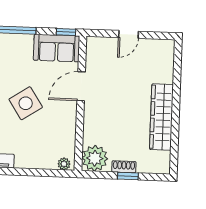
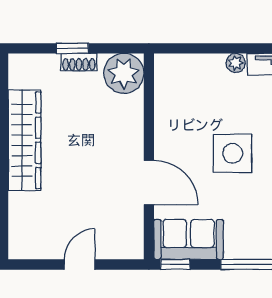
door: (81, 86) -> (149, 183), hinge flipped
side table: (26, 103) -> (233, 153), turned 33
plant: (64, 164) -> (236, 63), moved

